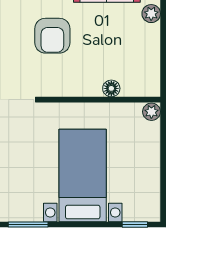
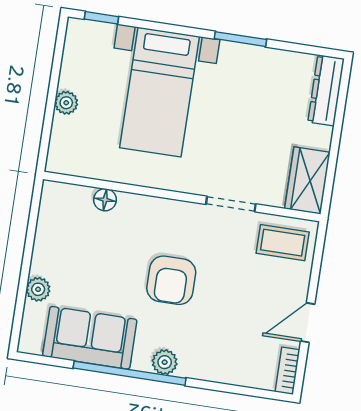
armchair: (52, 36) -> (171, 280), turned 180
plant: (151, 112) -> (66, 103), moved

